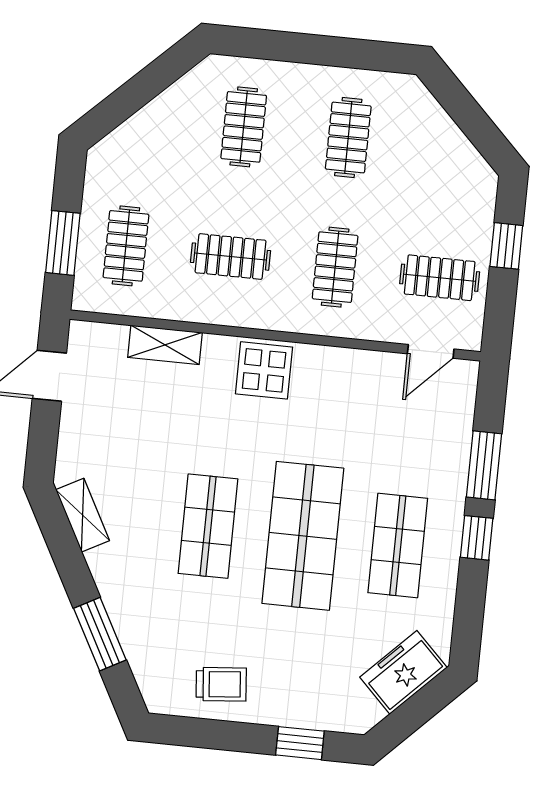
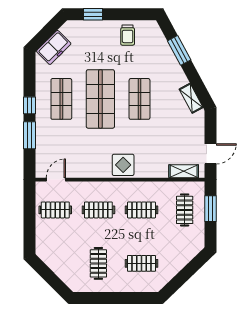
clothes rail: (244, 127) -> (141, 263), turned 90
window: (506, 246) -> (29, 226), removed
clothes rail: (335, 267) -> (98, 210), turned 90
shelving: (165, 345) -> (184, 171), moved
trolley: (221, 684) -> (128, 35), turned -85

